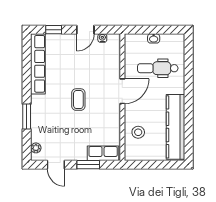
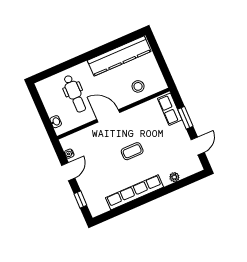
door: (85, 30) -> (68, 172), hinge flipped
washbasin: (154, 38) -> (56, 122), moved
row of seats: (38, 64) -> (134, 192), moved
window: (27, 116) -> (167, 190), removed
plant: (36, 148) -> (174, 177), moved

